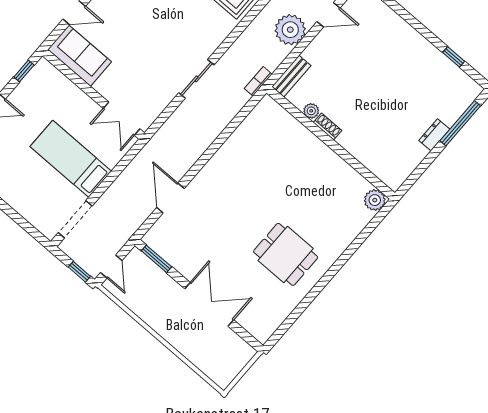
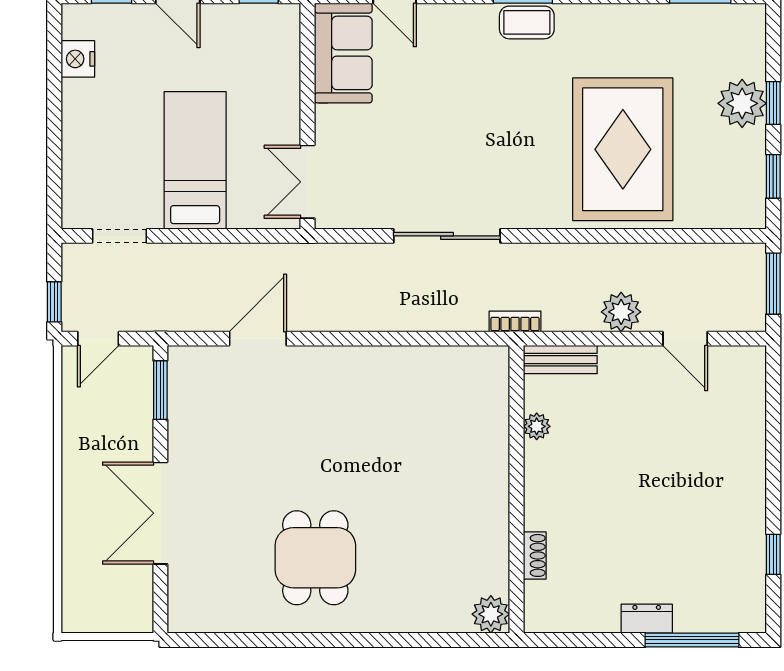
plant: (290, 30) -> (621, 312), width x0.73, depth x0.73
sliding door: (196, 79) -> (447, 236), width x1.37
shoe rack: (328, 126) -> (535, 555), moved
doorway: (75, 219) -> (120, 236), width x0.73
double door: (209, 304) -> (160, 513), swing flipped

